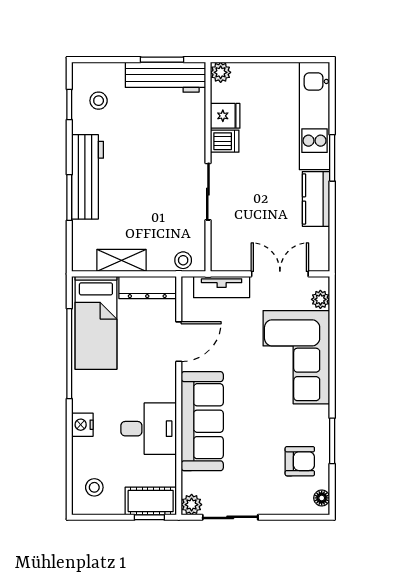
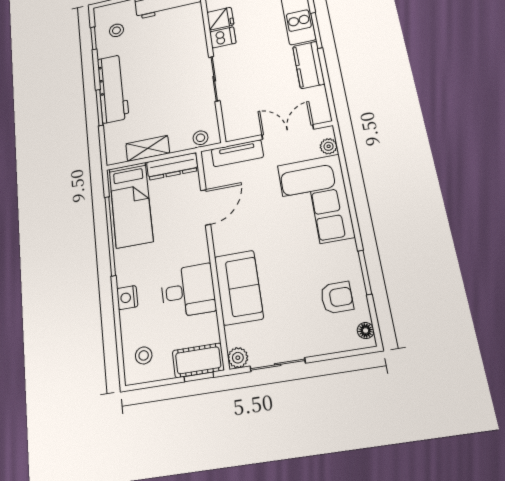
sofa: (202, 421) -> (239, 288), width x0.73

